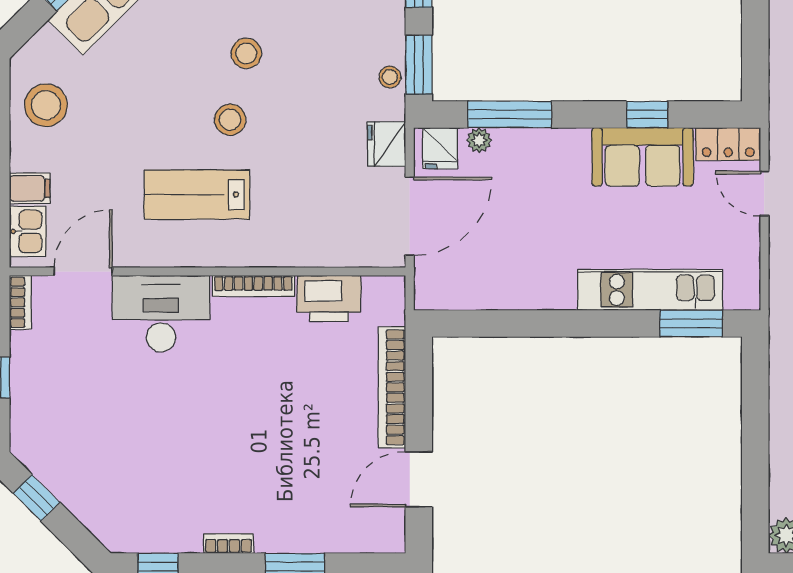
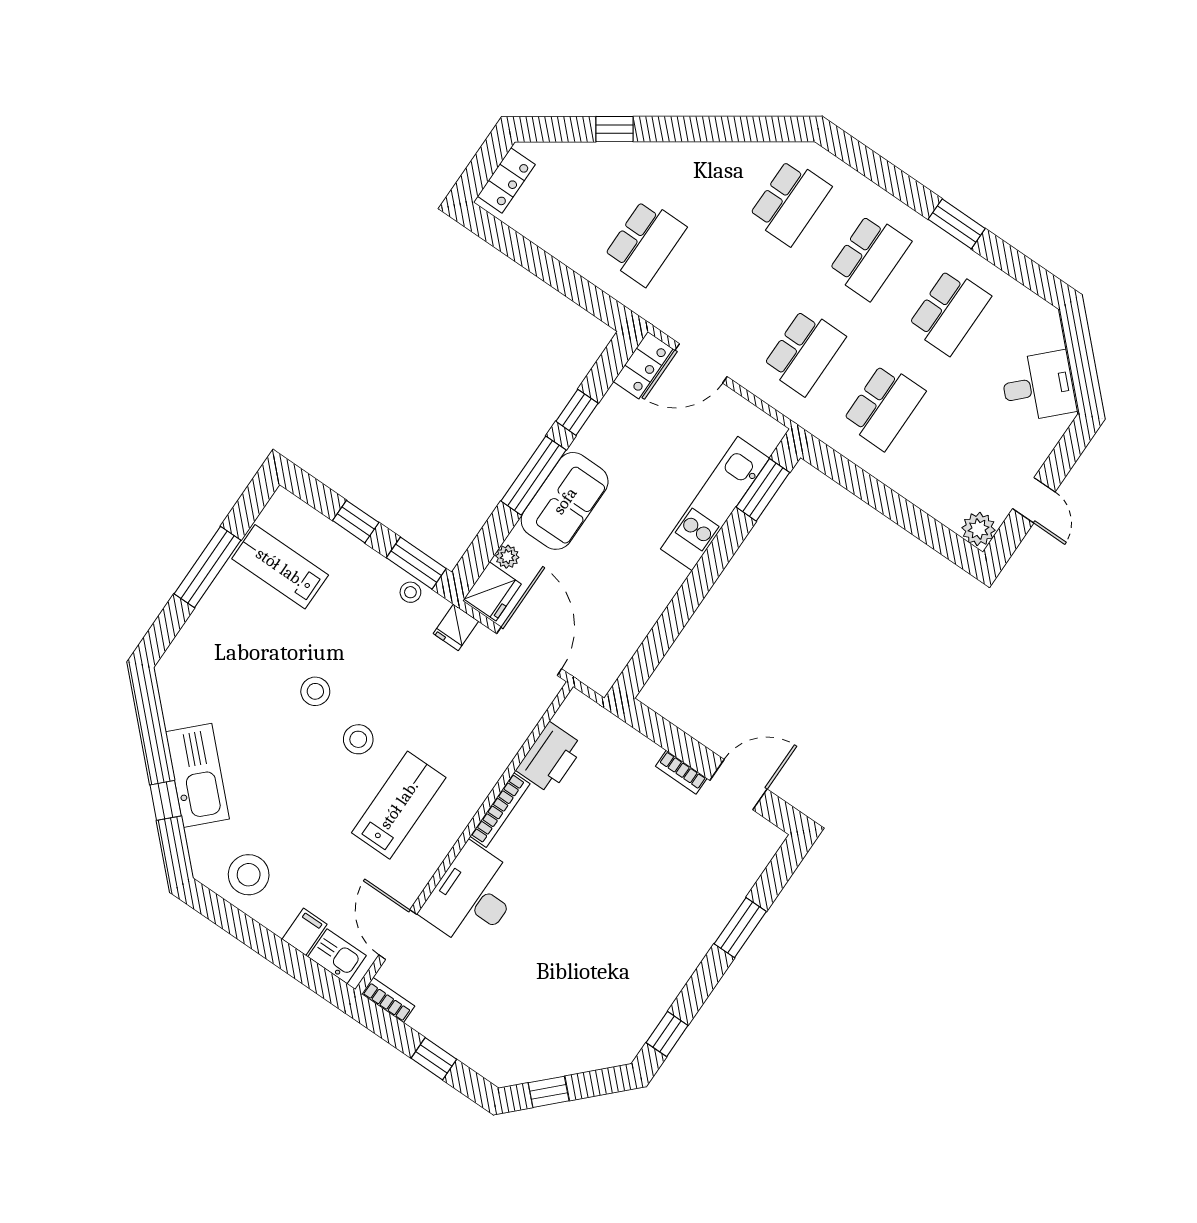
window: (510, 114) -> (534, 476), moved
fridge: (387, 144) -> (456, 627), width x0.72
fridge: (440, 148) -> (493, 591), width x1.38
sofa: (643, 157) -> (565, 501), moved
door: (764, 193) -> (701, 363), width x1.38
lab bench: (197, 195) -> (399, 805), turned 180
bookcase: (392, 387) -> (681, 772), width x0.43, depth x0.76
door: (419, 479) -> (739, 785), swing flipped
bookcase: (229, 544) -> (687, 967), removed

